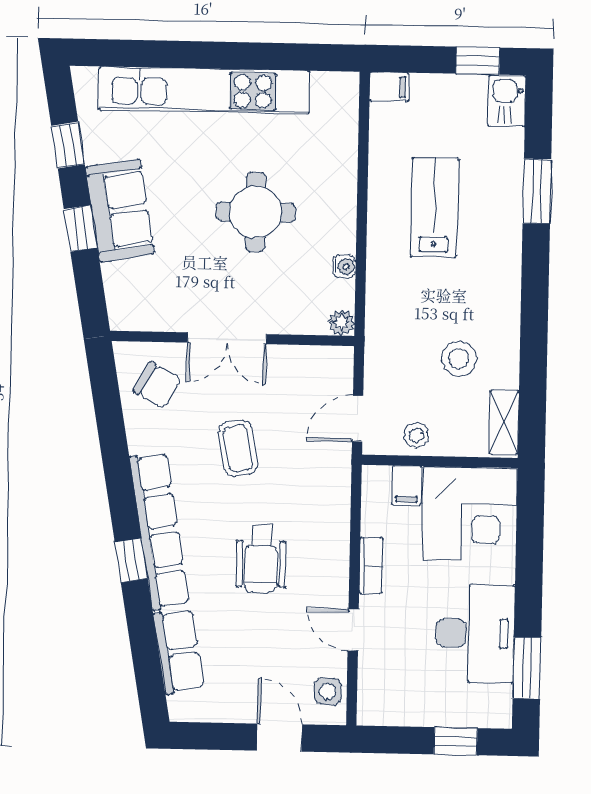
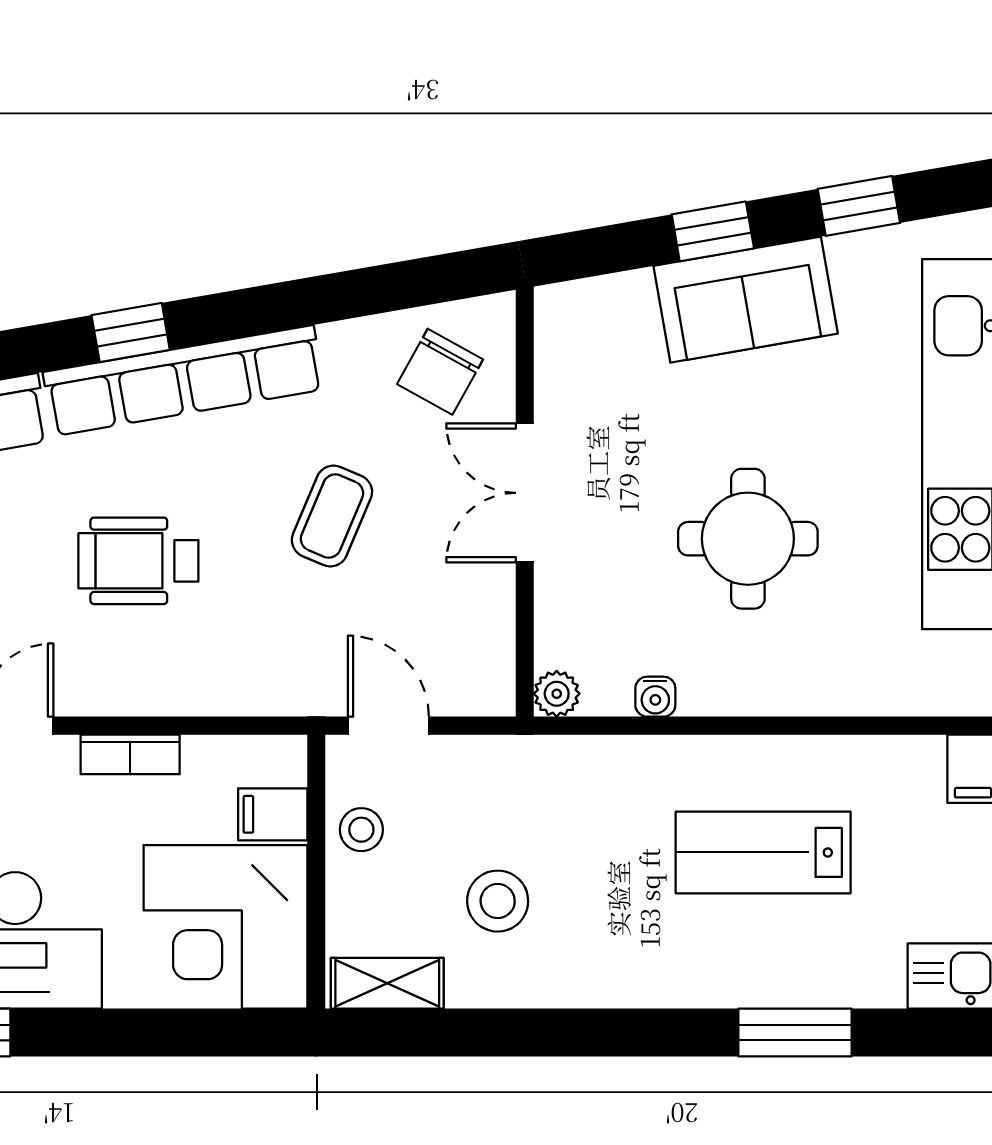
lab bench: (434, 207) -> (763, 852), turned 180
coffee table: (238, 448) -> (332, 516), turned -56

